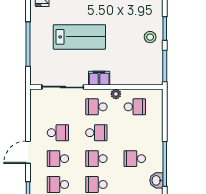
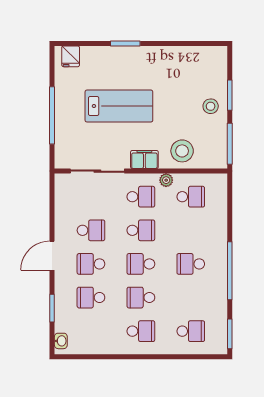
stool: (128, 72) -> (182, 151), added
school desk: (96, 107) -> (141, 197), turned 180
washbasin: (156, 180) -> (219, 292), removed

